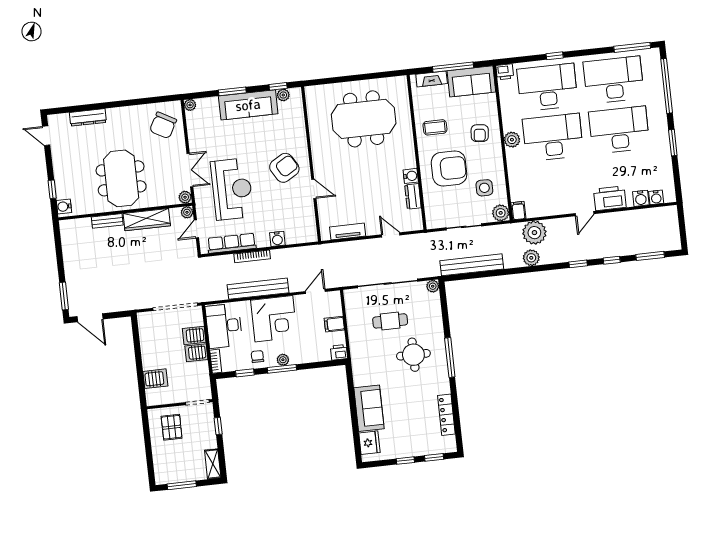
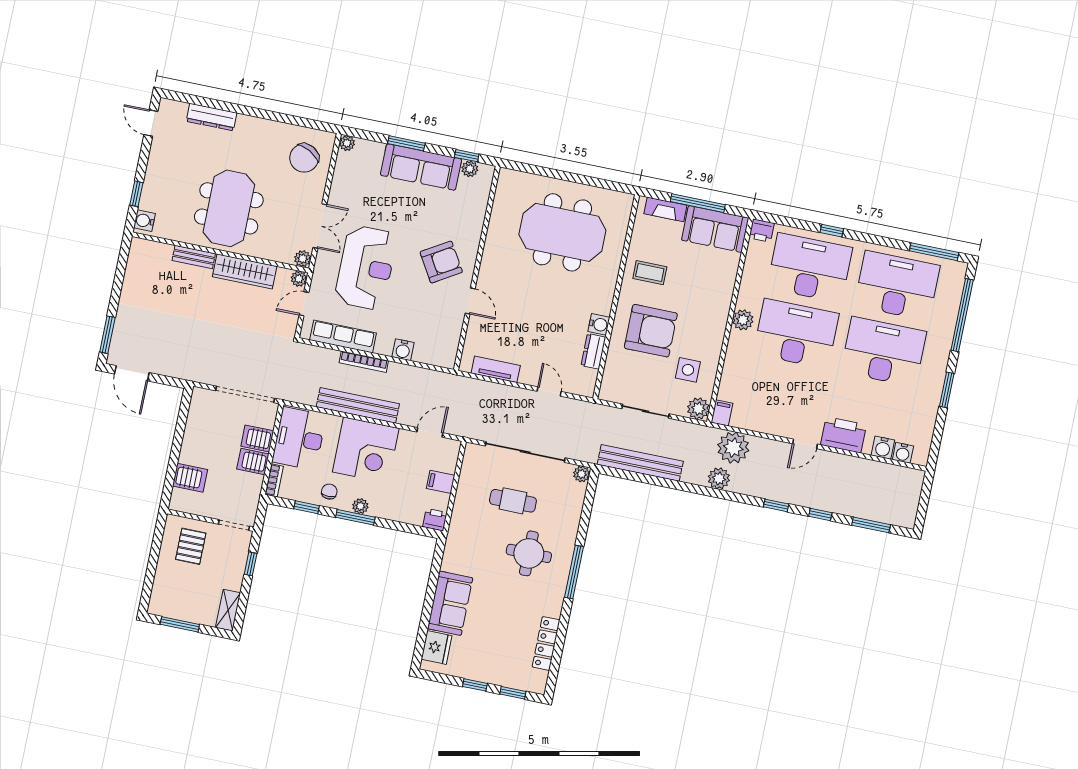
armchair: (480, 133) -> (704, 298), removed

